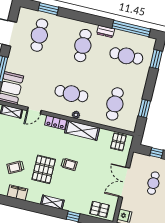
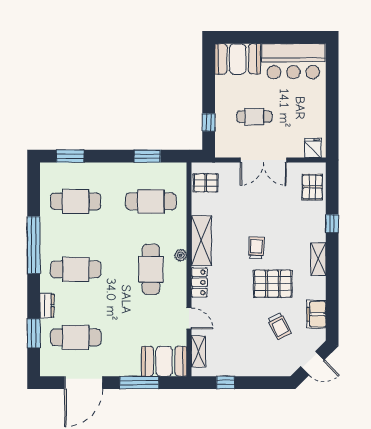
window: (131, 29) -> (34, 245), moved
dresser: (106, 31) -> (47, 306), moved
cafe table: (126, 56) -> (76, 201), turned 90

